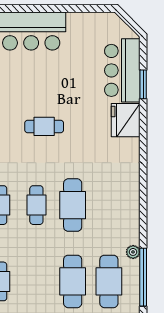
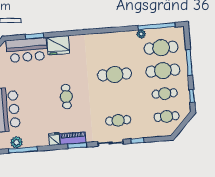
cafe table: (36, 205) -> (165, 94), moved

